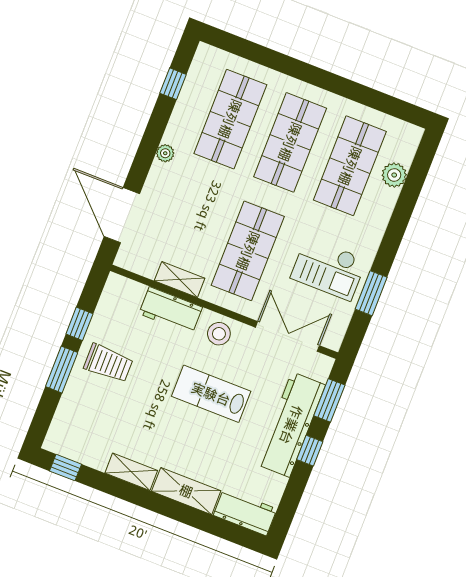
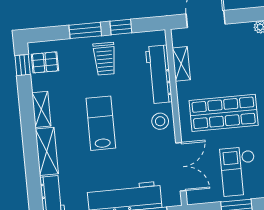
shelving: (180, 280) -> (181, 64), moved
workbench: (171, 310) -> (159, 74), width x1.38
lab bench: (211, 394) -> (101, 123), moved
pallet: (76, 439) -> (45, 62), added

